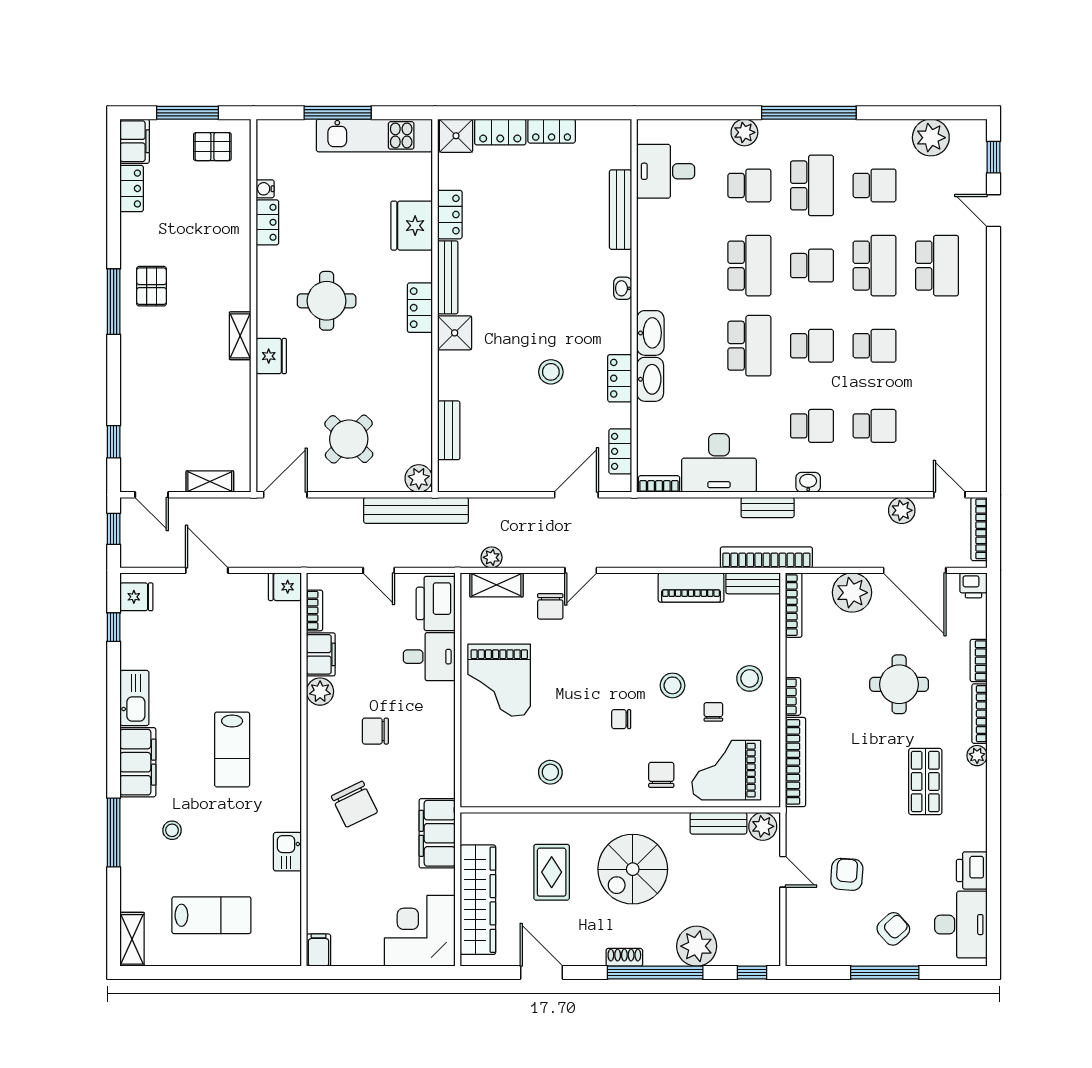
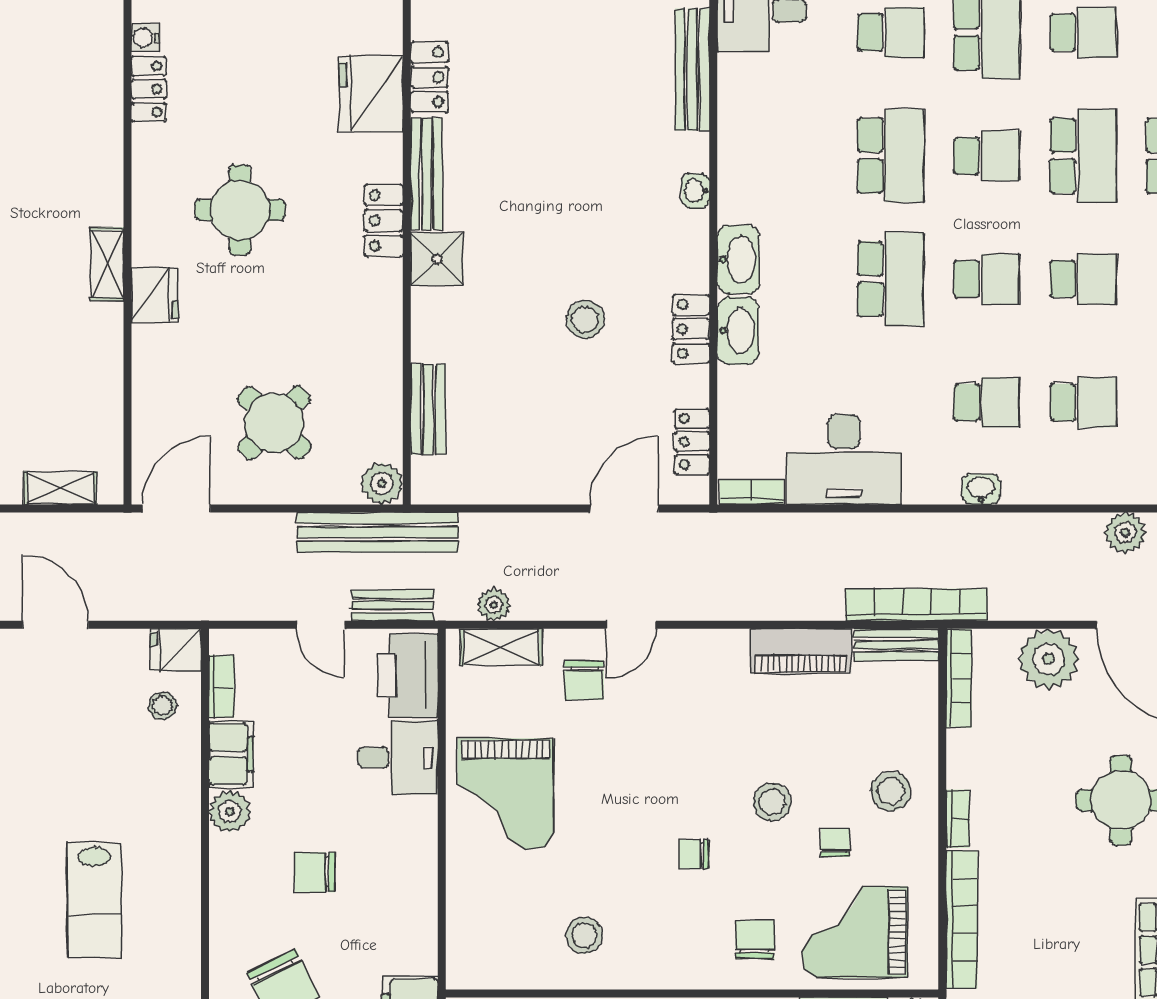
bench: (768, 507) -> (393, 605), moved
stool: (276, 623) -> (162, 706), added

